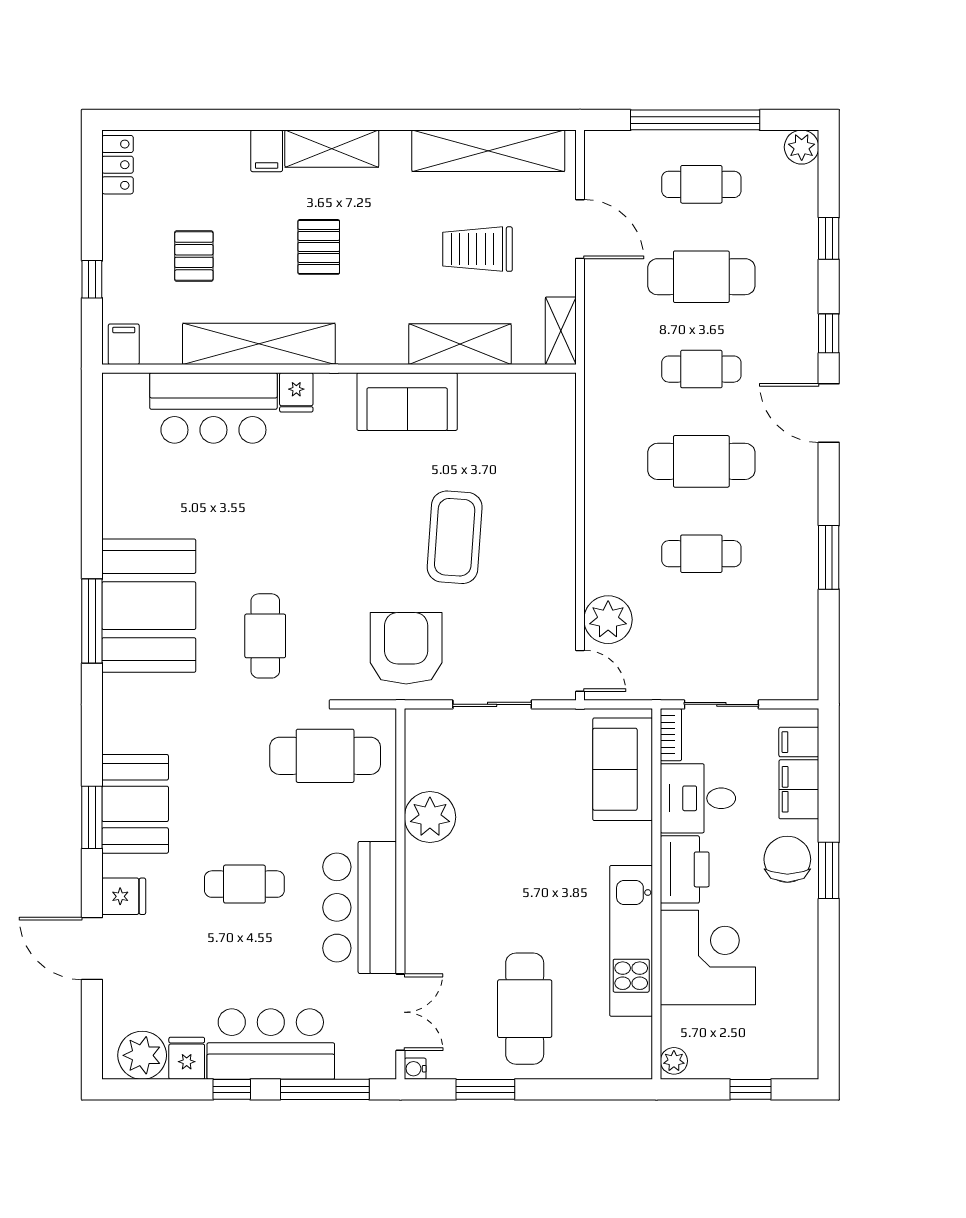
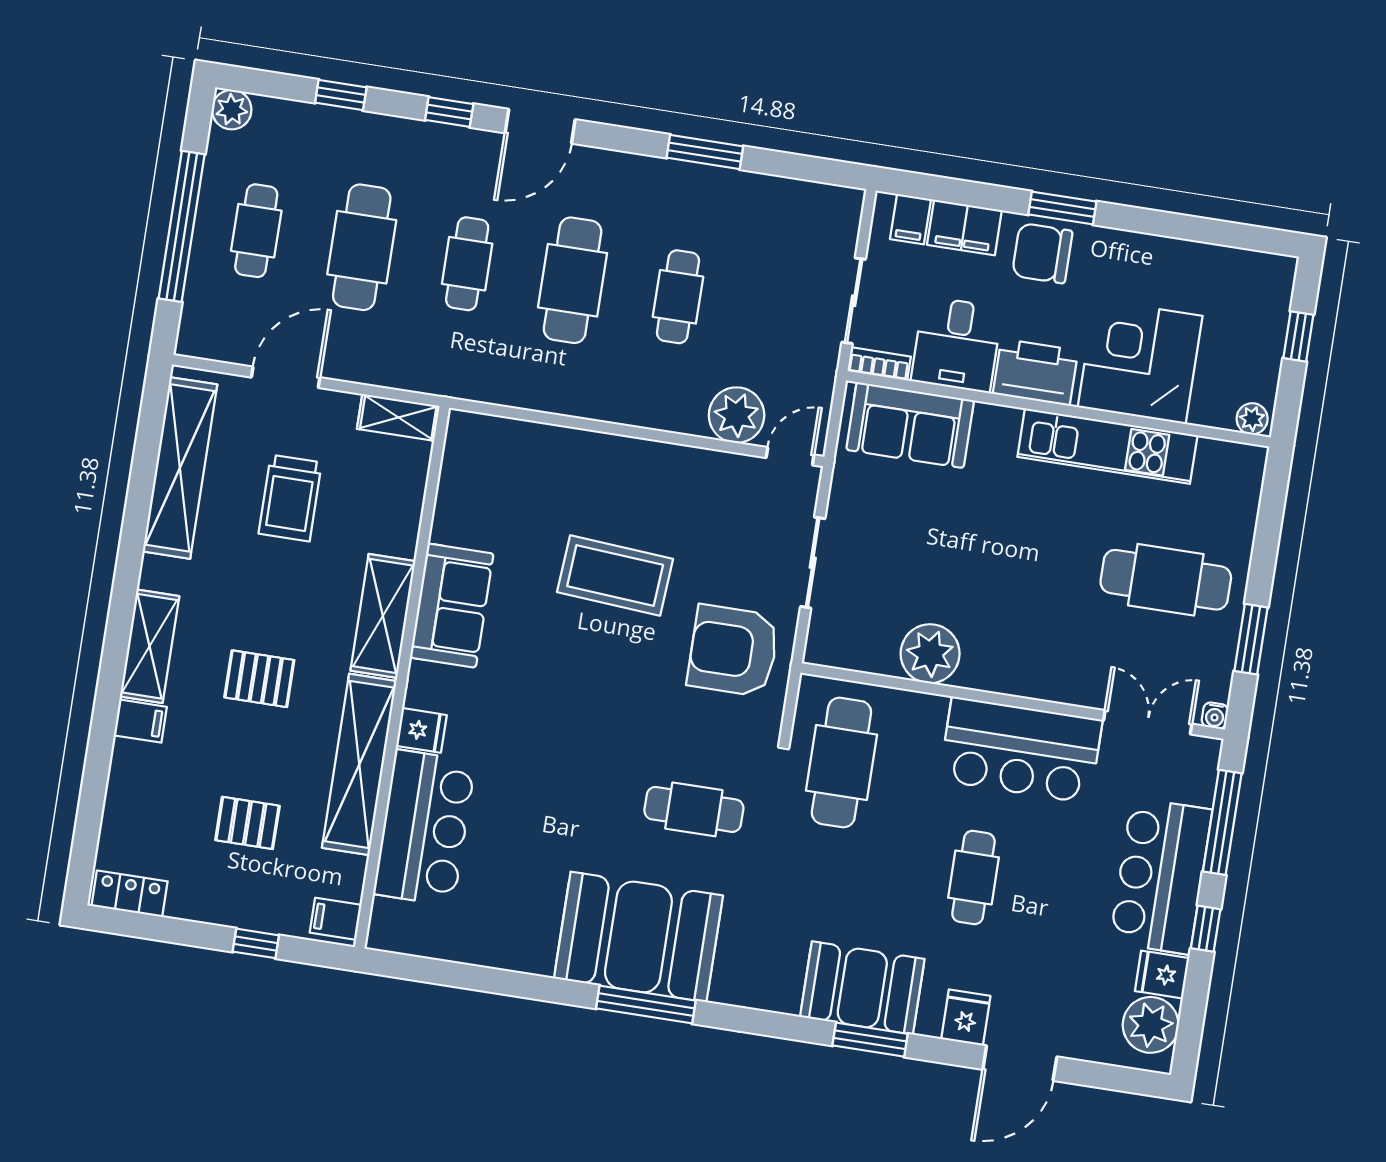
shelving: (460, 344) -> (383, 616), moved

